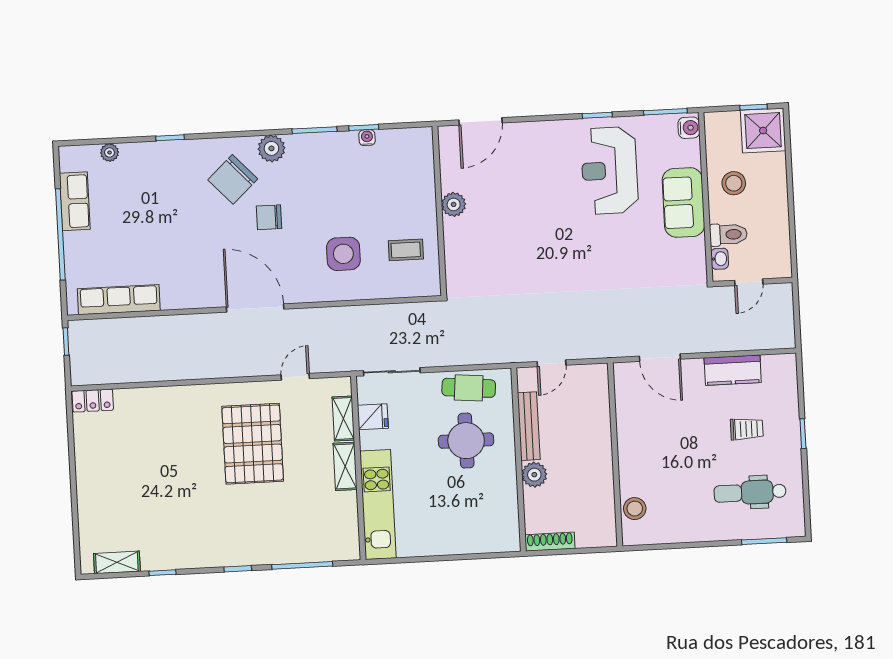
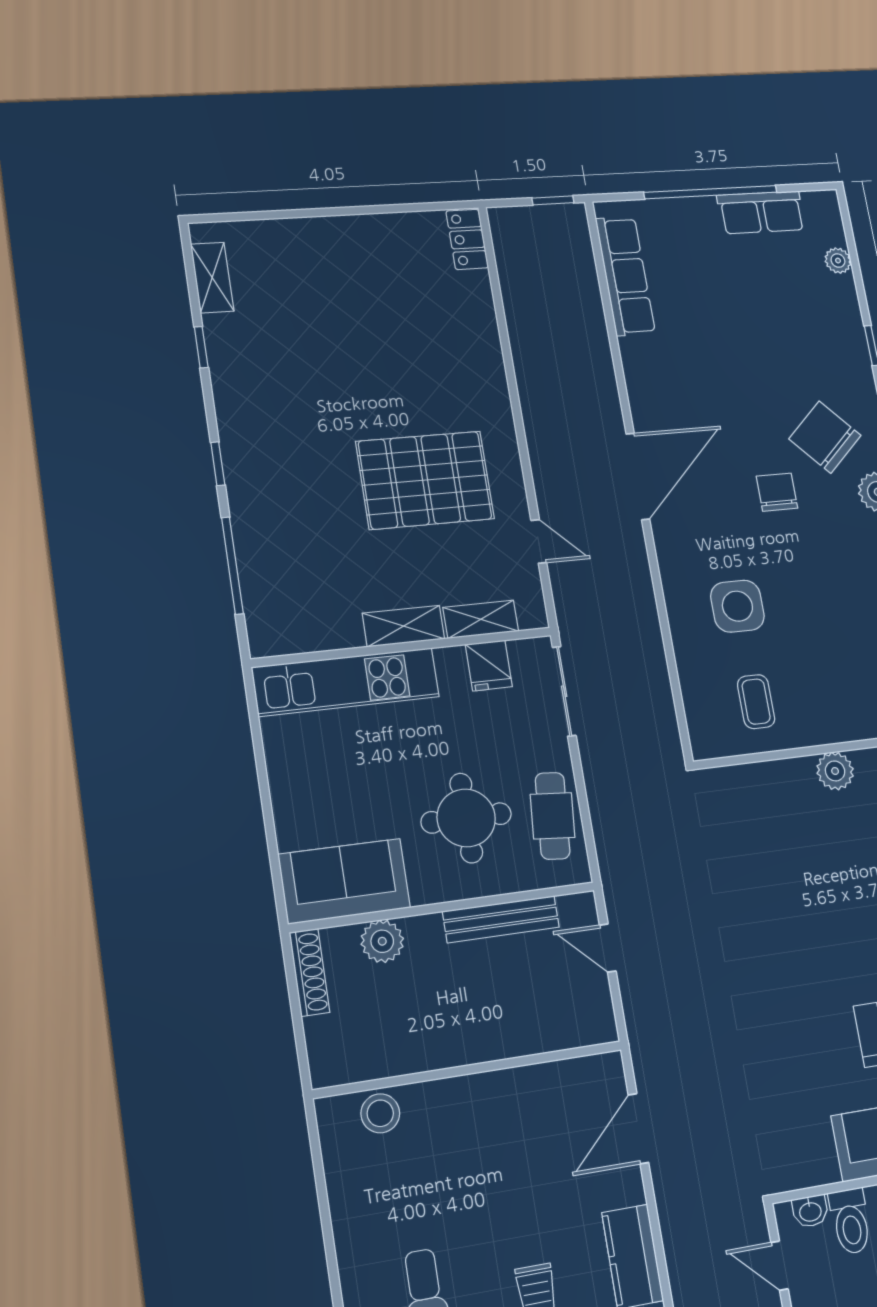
plant: (534, 475) -> (382, 941), moved
sofa: (498, 517) -> (344, 881), added

